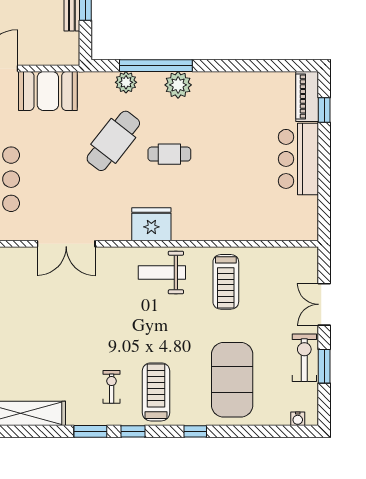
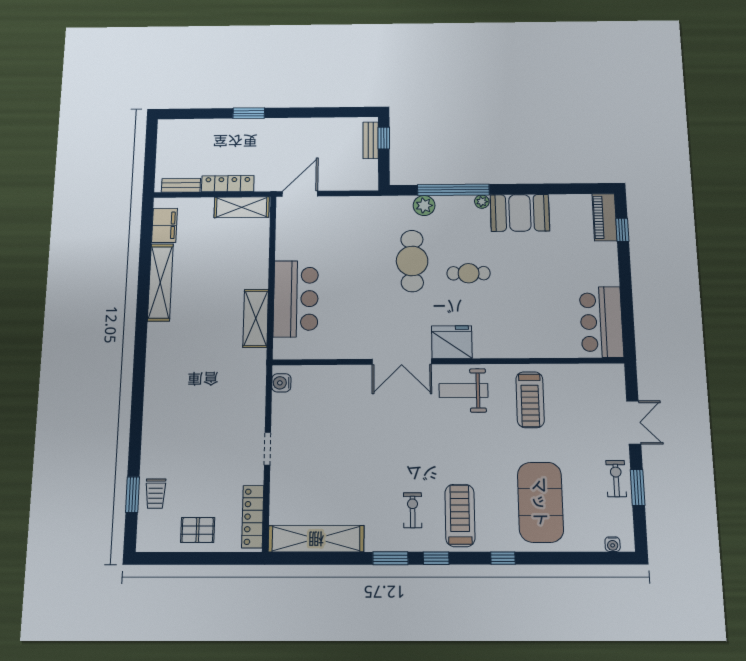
plant: (178, 85) -> (482, 202), width x0.53, depth x0.53
booth: (48, 91) -> (520, 213), moved
cafe table: (113, 141) -> (412, 261), turned -38
bar counter: (298, 159) -> (601, 322), moved
double door: (66, 244) -> (402, 362), moved
double door: (324, 304) -> (634, 422), swing flipped
exercise bike: (304, 358) -> (616, 479), width x0.73, depth x0.72

